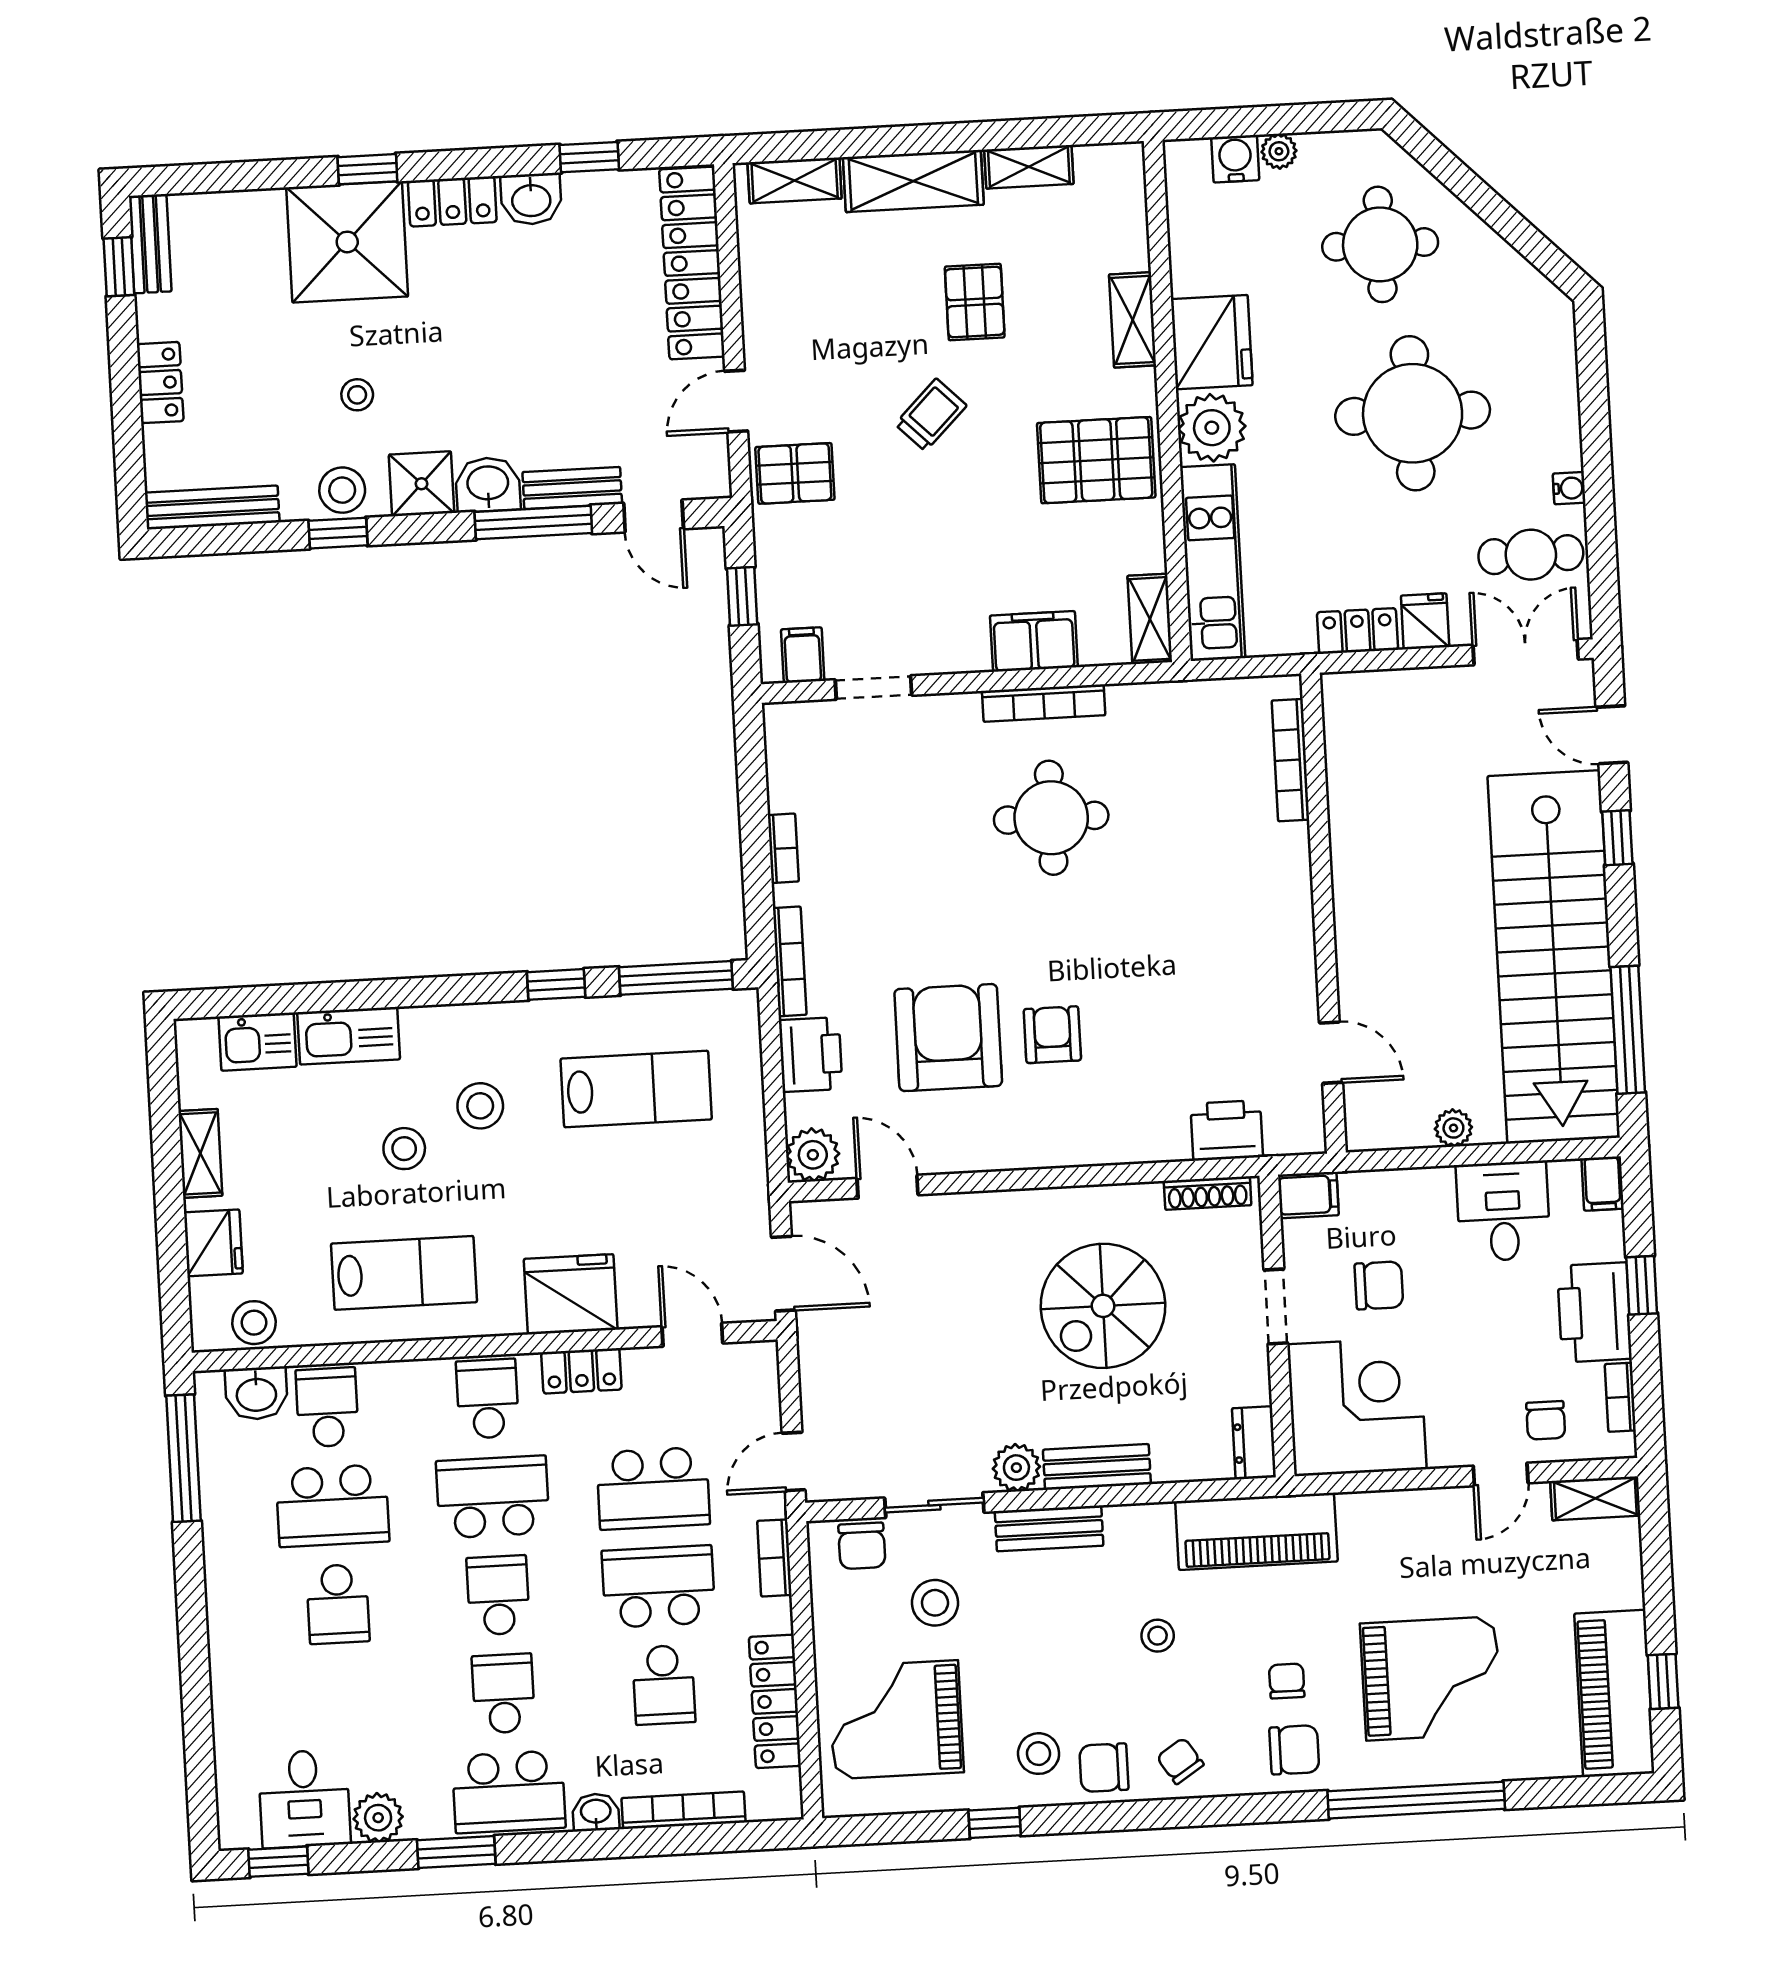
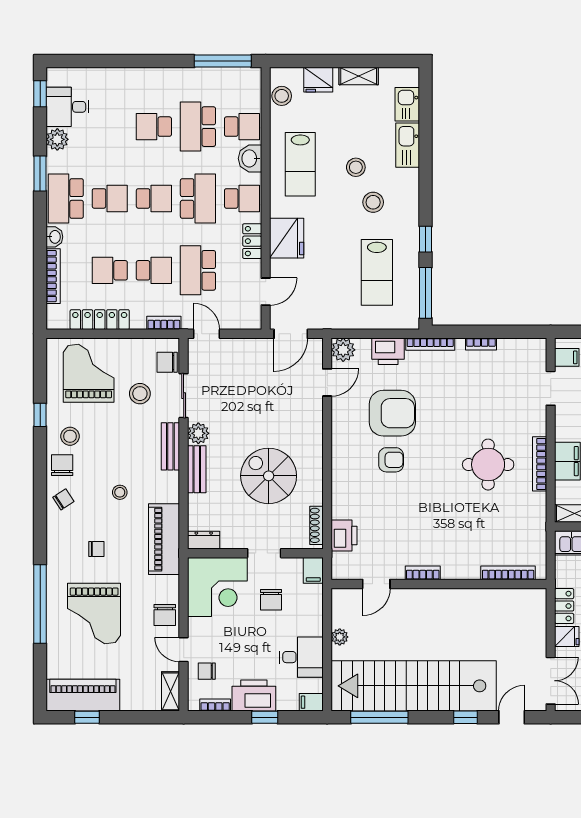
bookcase: (1301, 950) -> (423, 573), added
washbasin: (256, 1393) -> (250, 158), moved
school desk: (658, 1587) -> (154, 270), width x0.54
chair: (1294, 1750) -> (165, 615), moved

